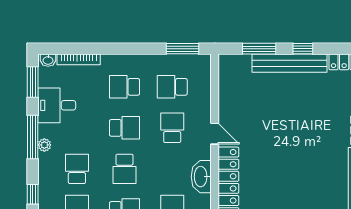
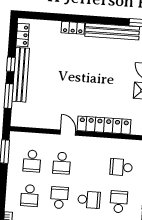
school desk: (172, 128) -> (62, 163), turned -90
door: (215, 134) -> (68, 133), hinge flipped
washbasin: (201, 177) -> (98, 144), removed

